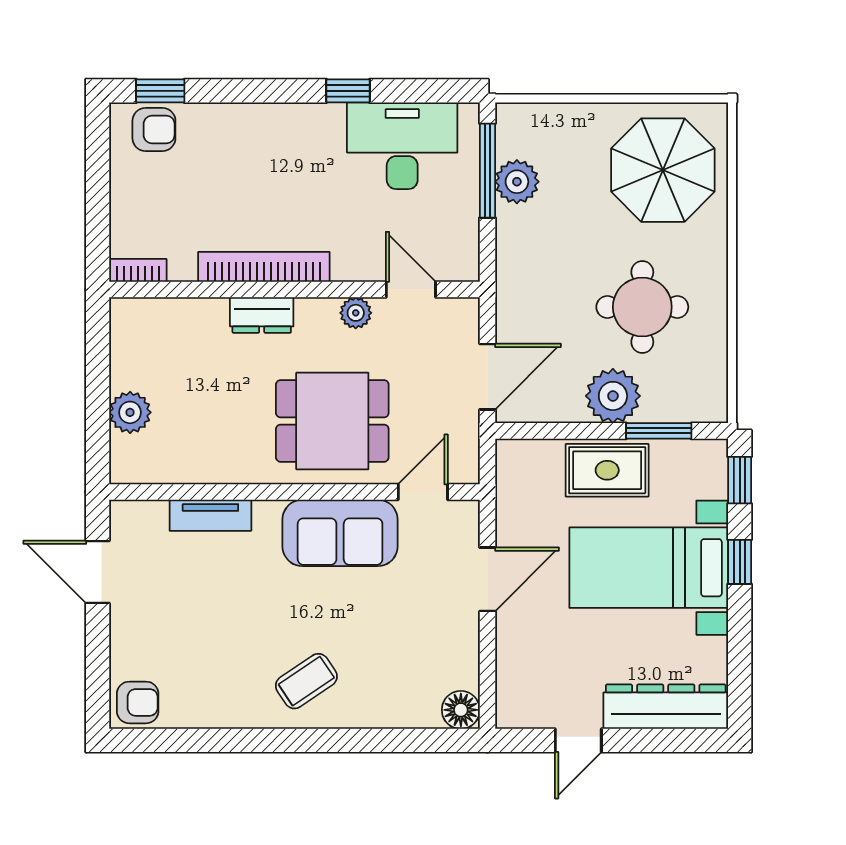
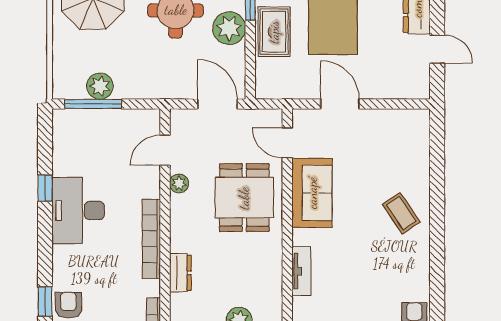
desk: (402, 146) -> (78, 211), moved
dresser: (262, 315) -> (180, 273), moved
floor lamp: (461, 710) -> (419, 120), removed

